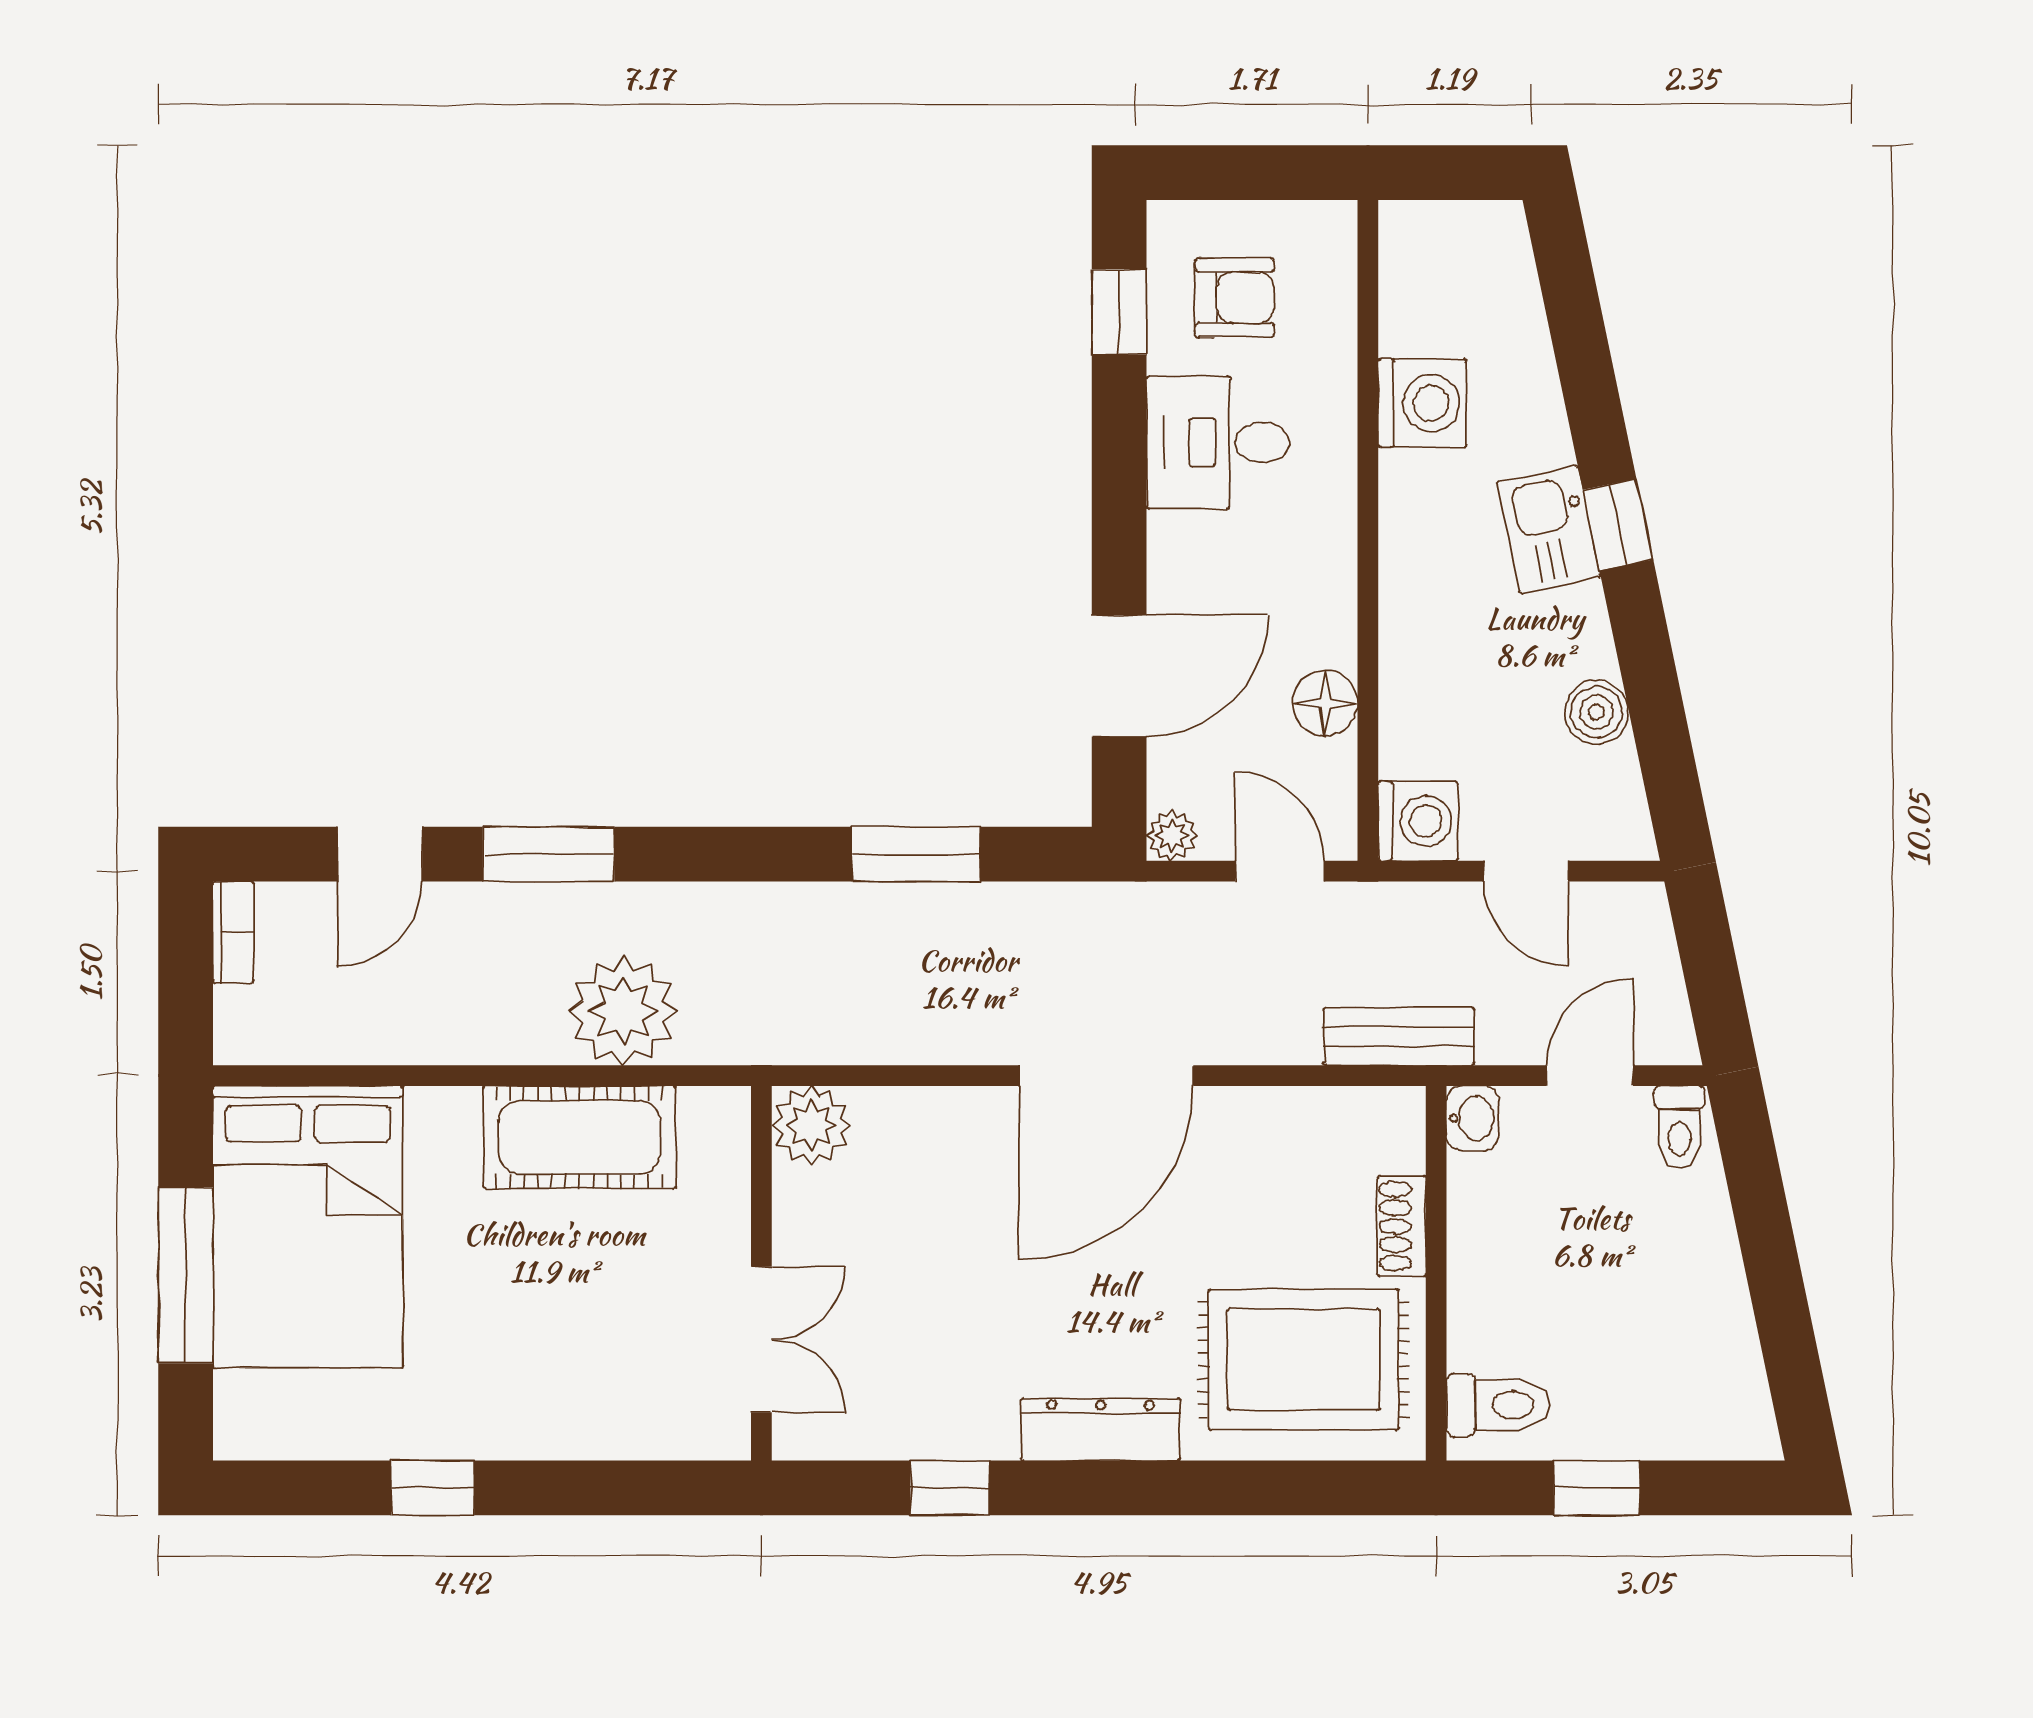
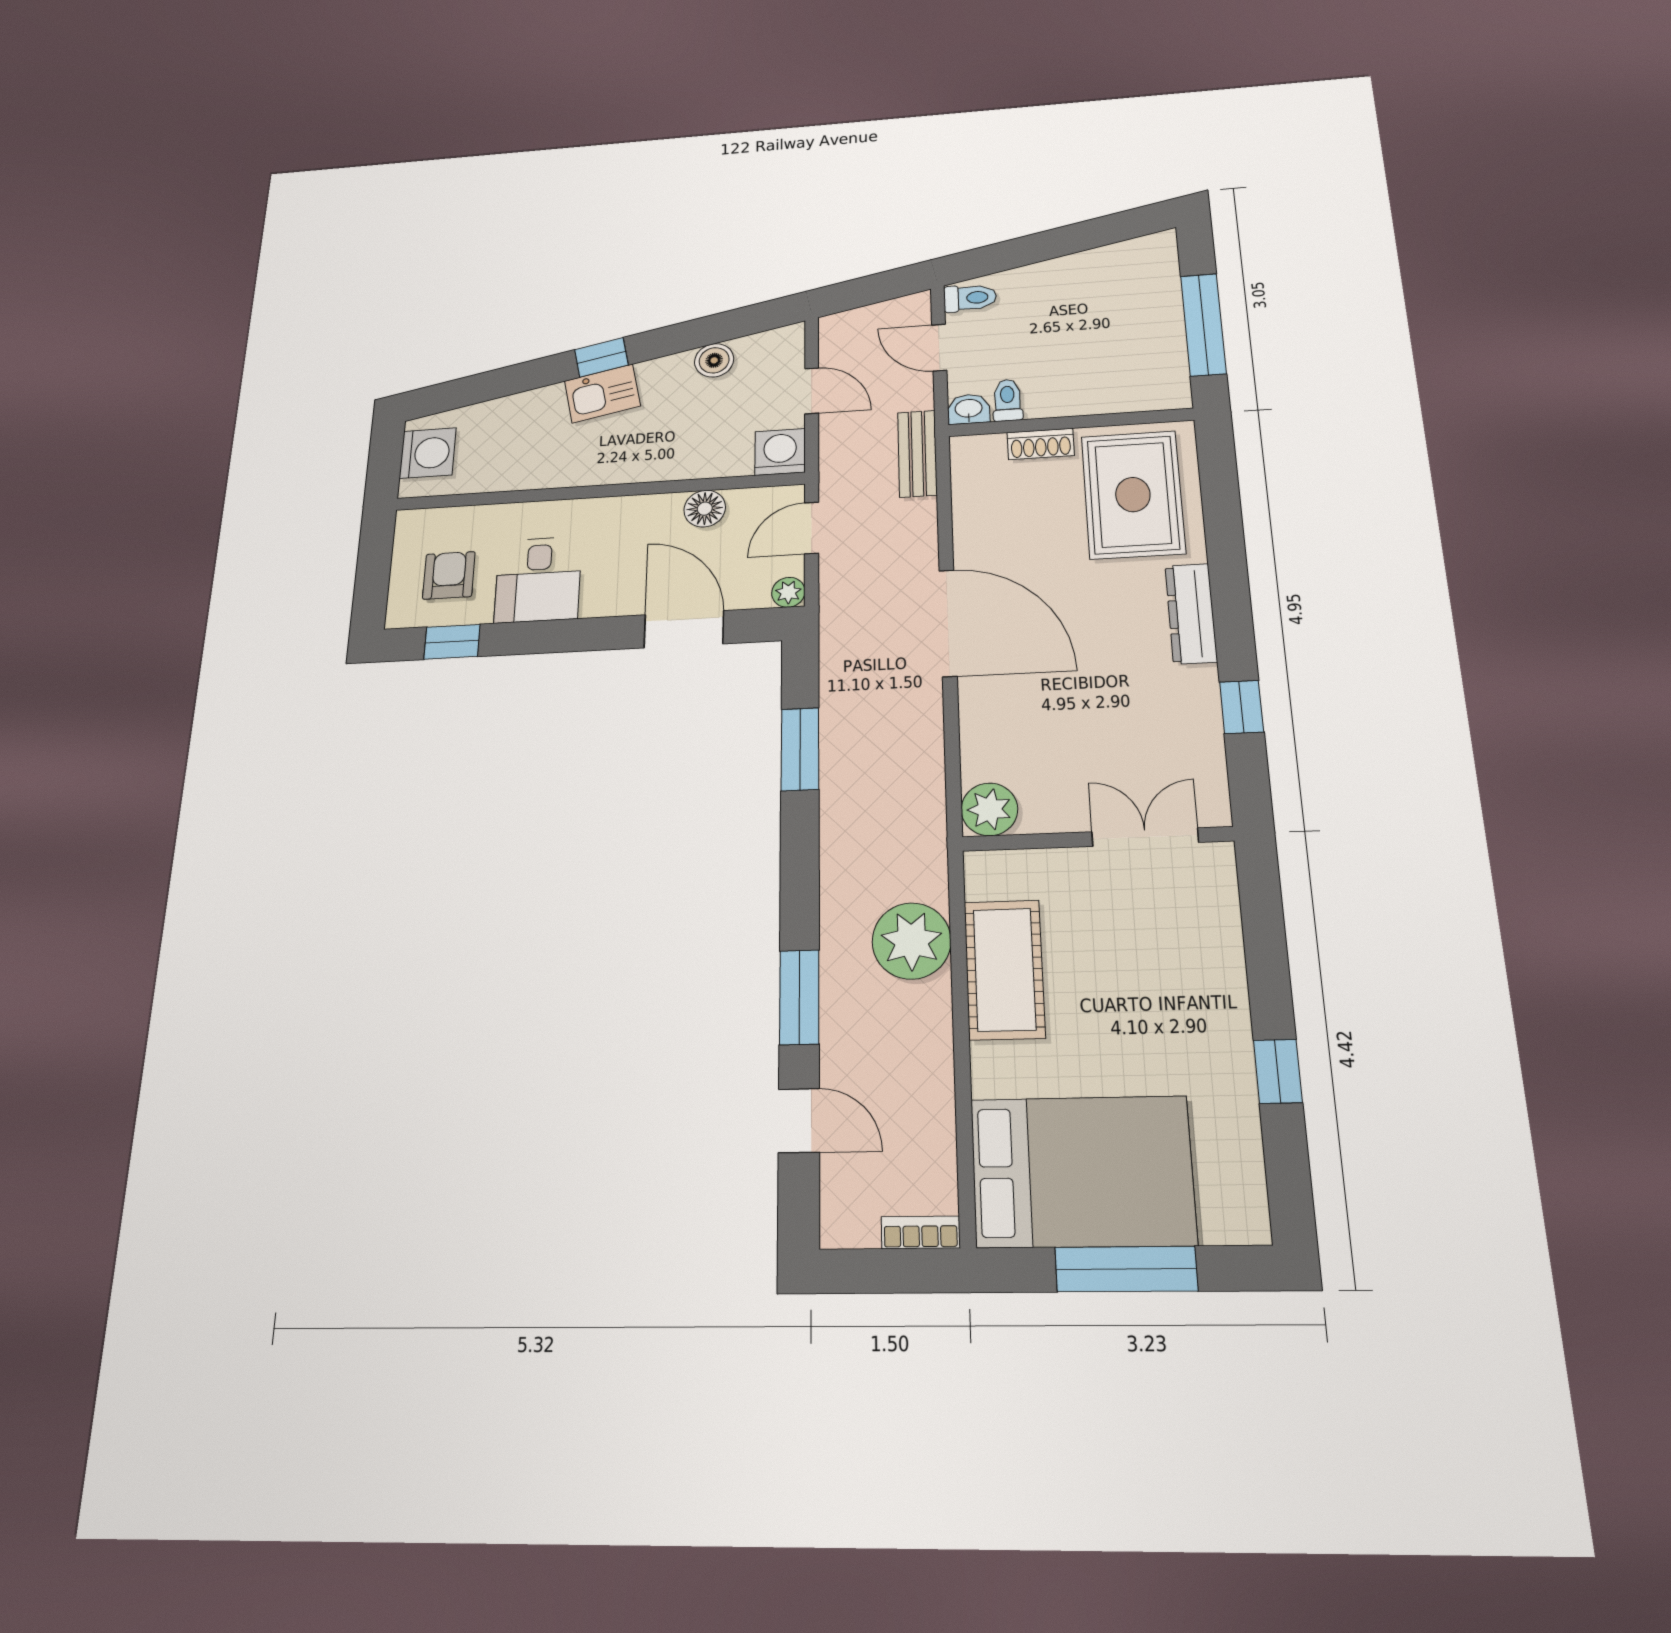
washing machine: (1422, 403) -> (428, 453), moved, turned 90
door: (1526, 871) -> (812, 391), hinge flipped
bookcase: (233, 932) -> (921, 1232), moved
toilet: (1498, 1405) -> (1007, 400), moved, width x0.73, depth x0.72
window: (1597, 1488) -> (1203, 325), width x2.17

